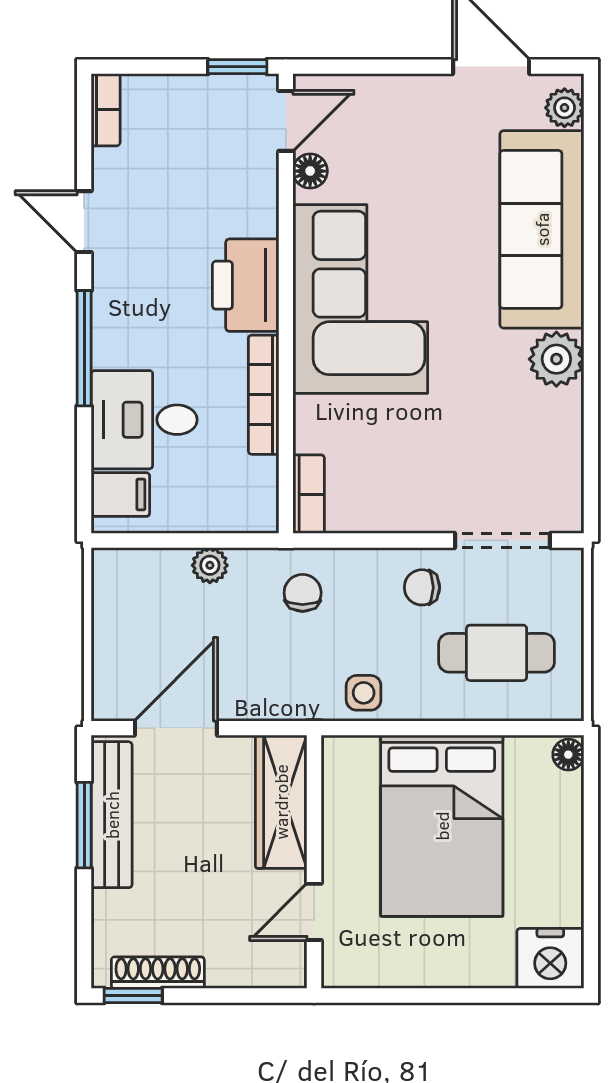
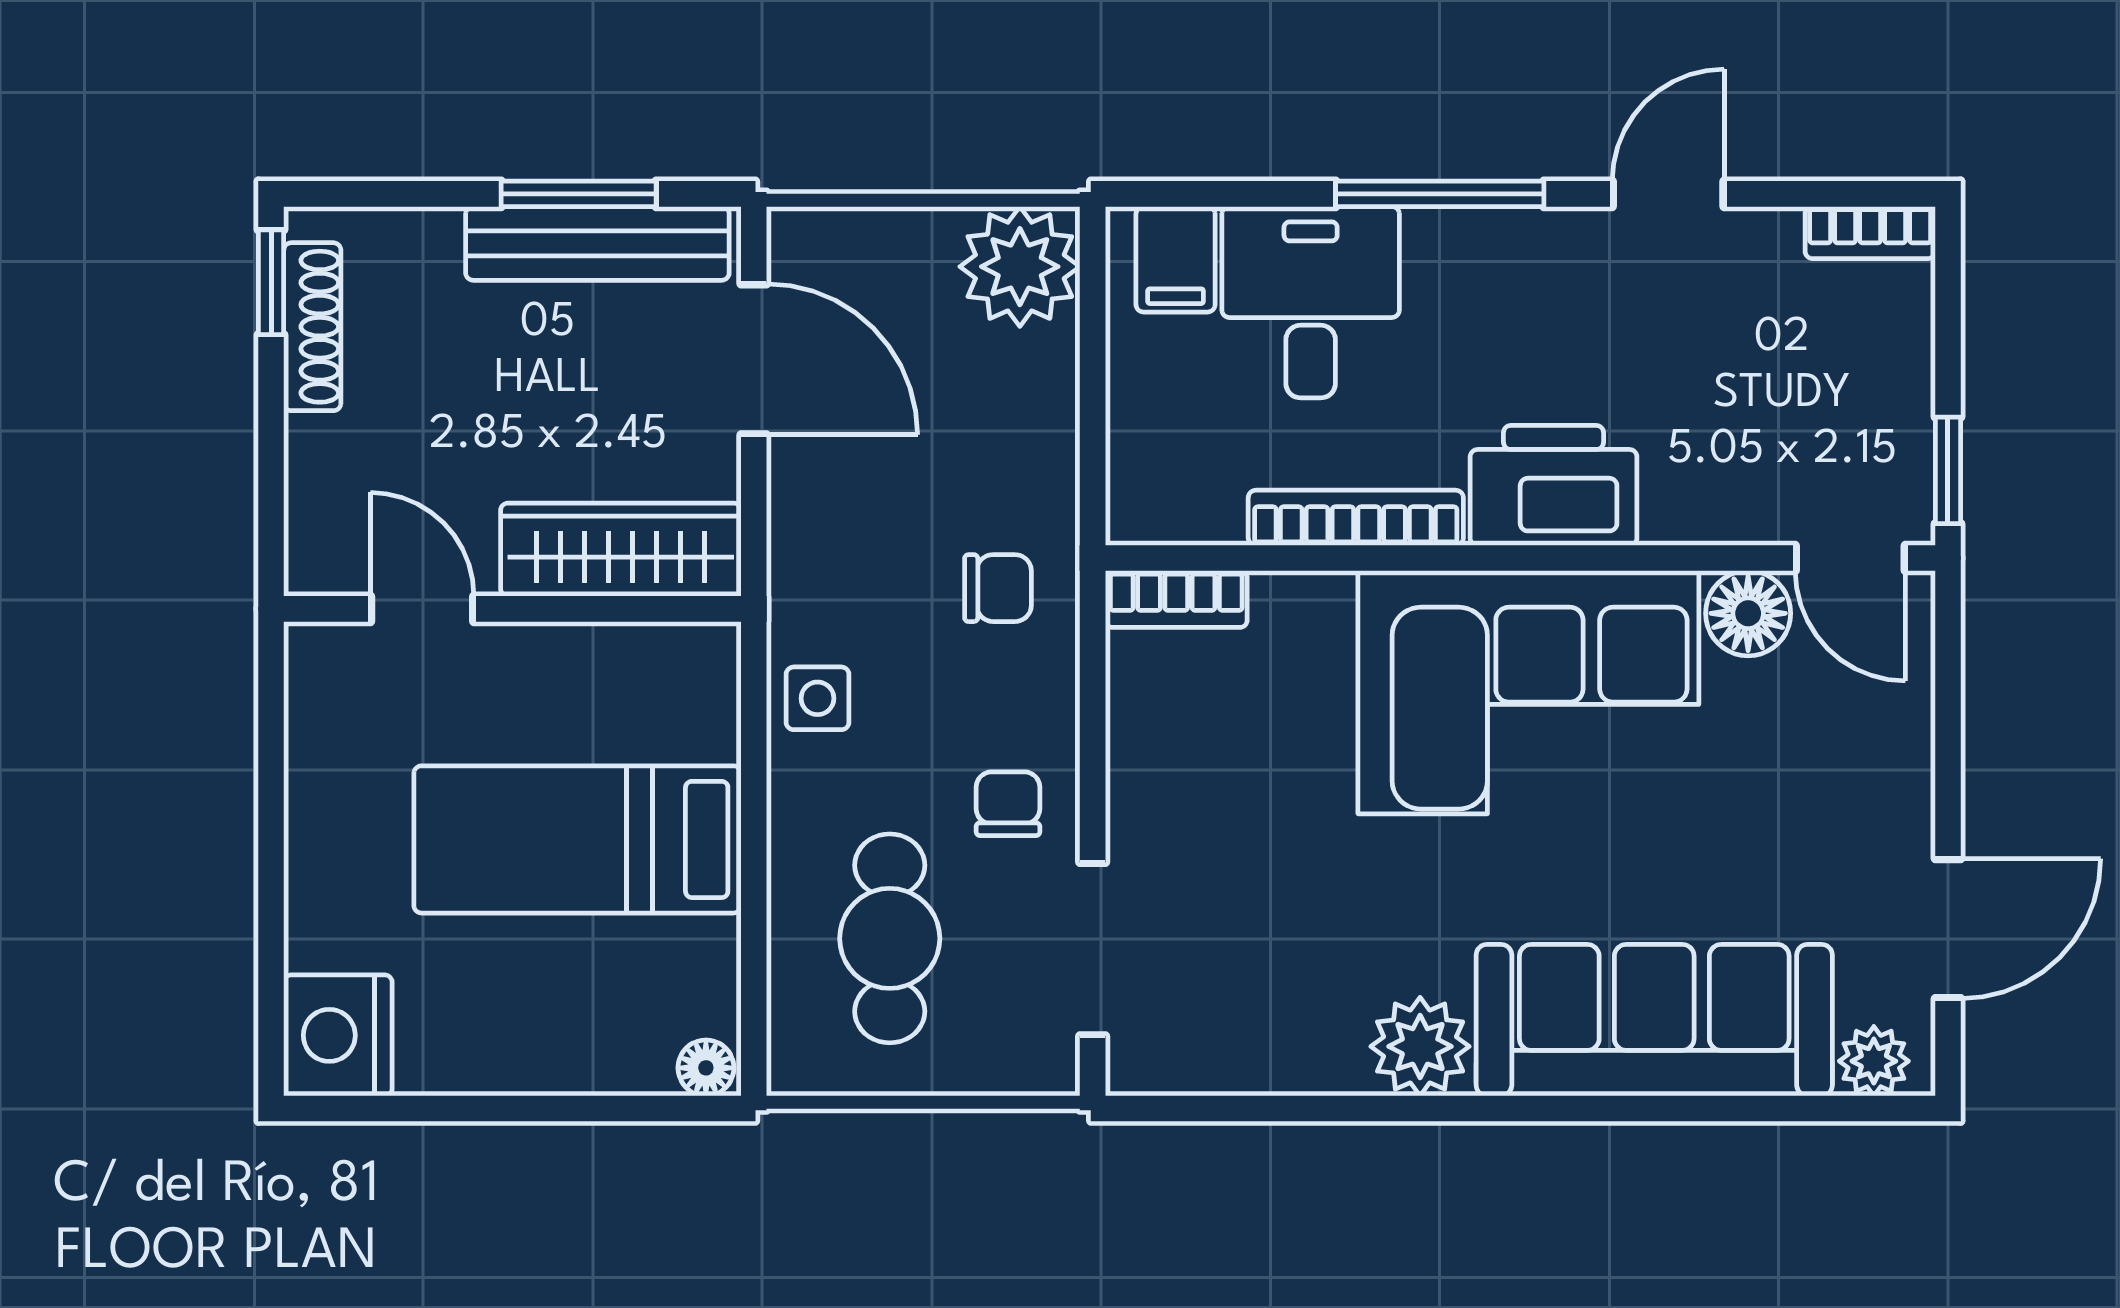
floor lamp: (310, 171) -> (1748, 613), width x1.37, depth x1.37
plant: (210, 565) -> (1020, 267), moved, width x1.88, depth x1.88
bed: (442, 826) -> (577, 839), width x0.67

